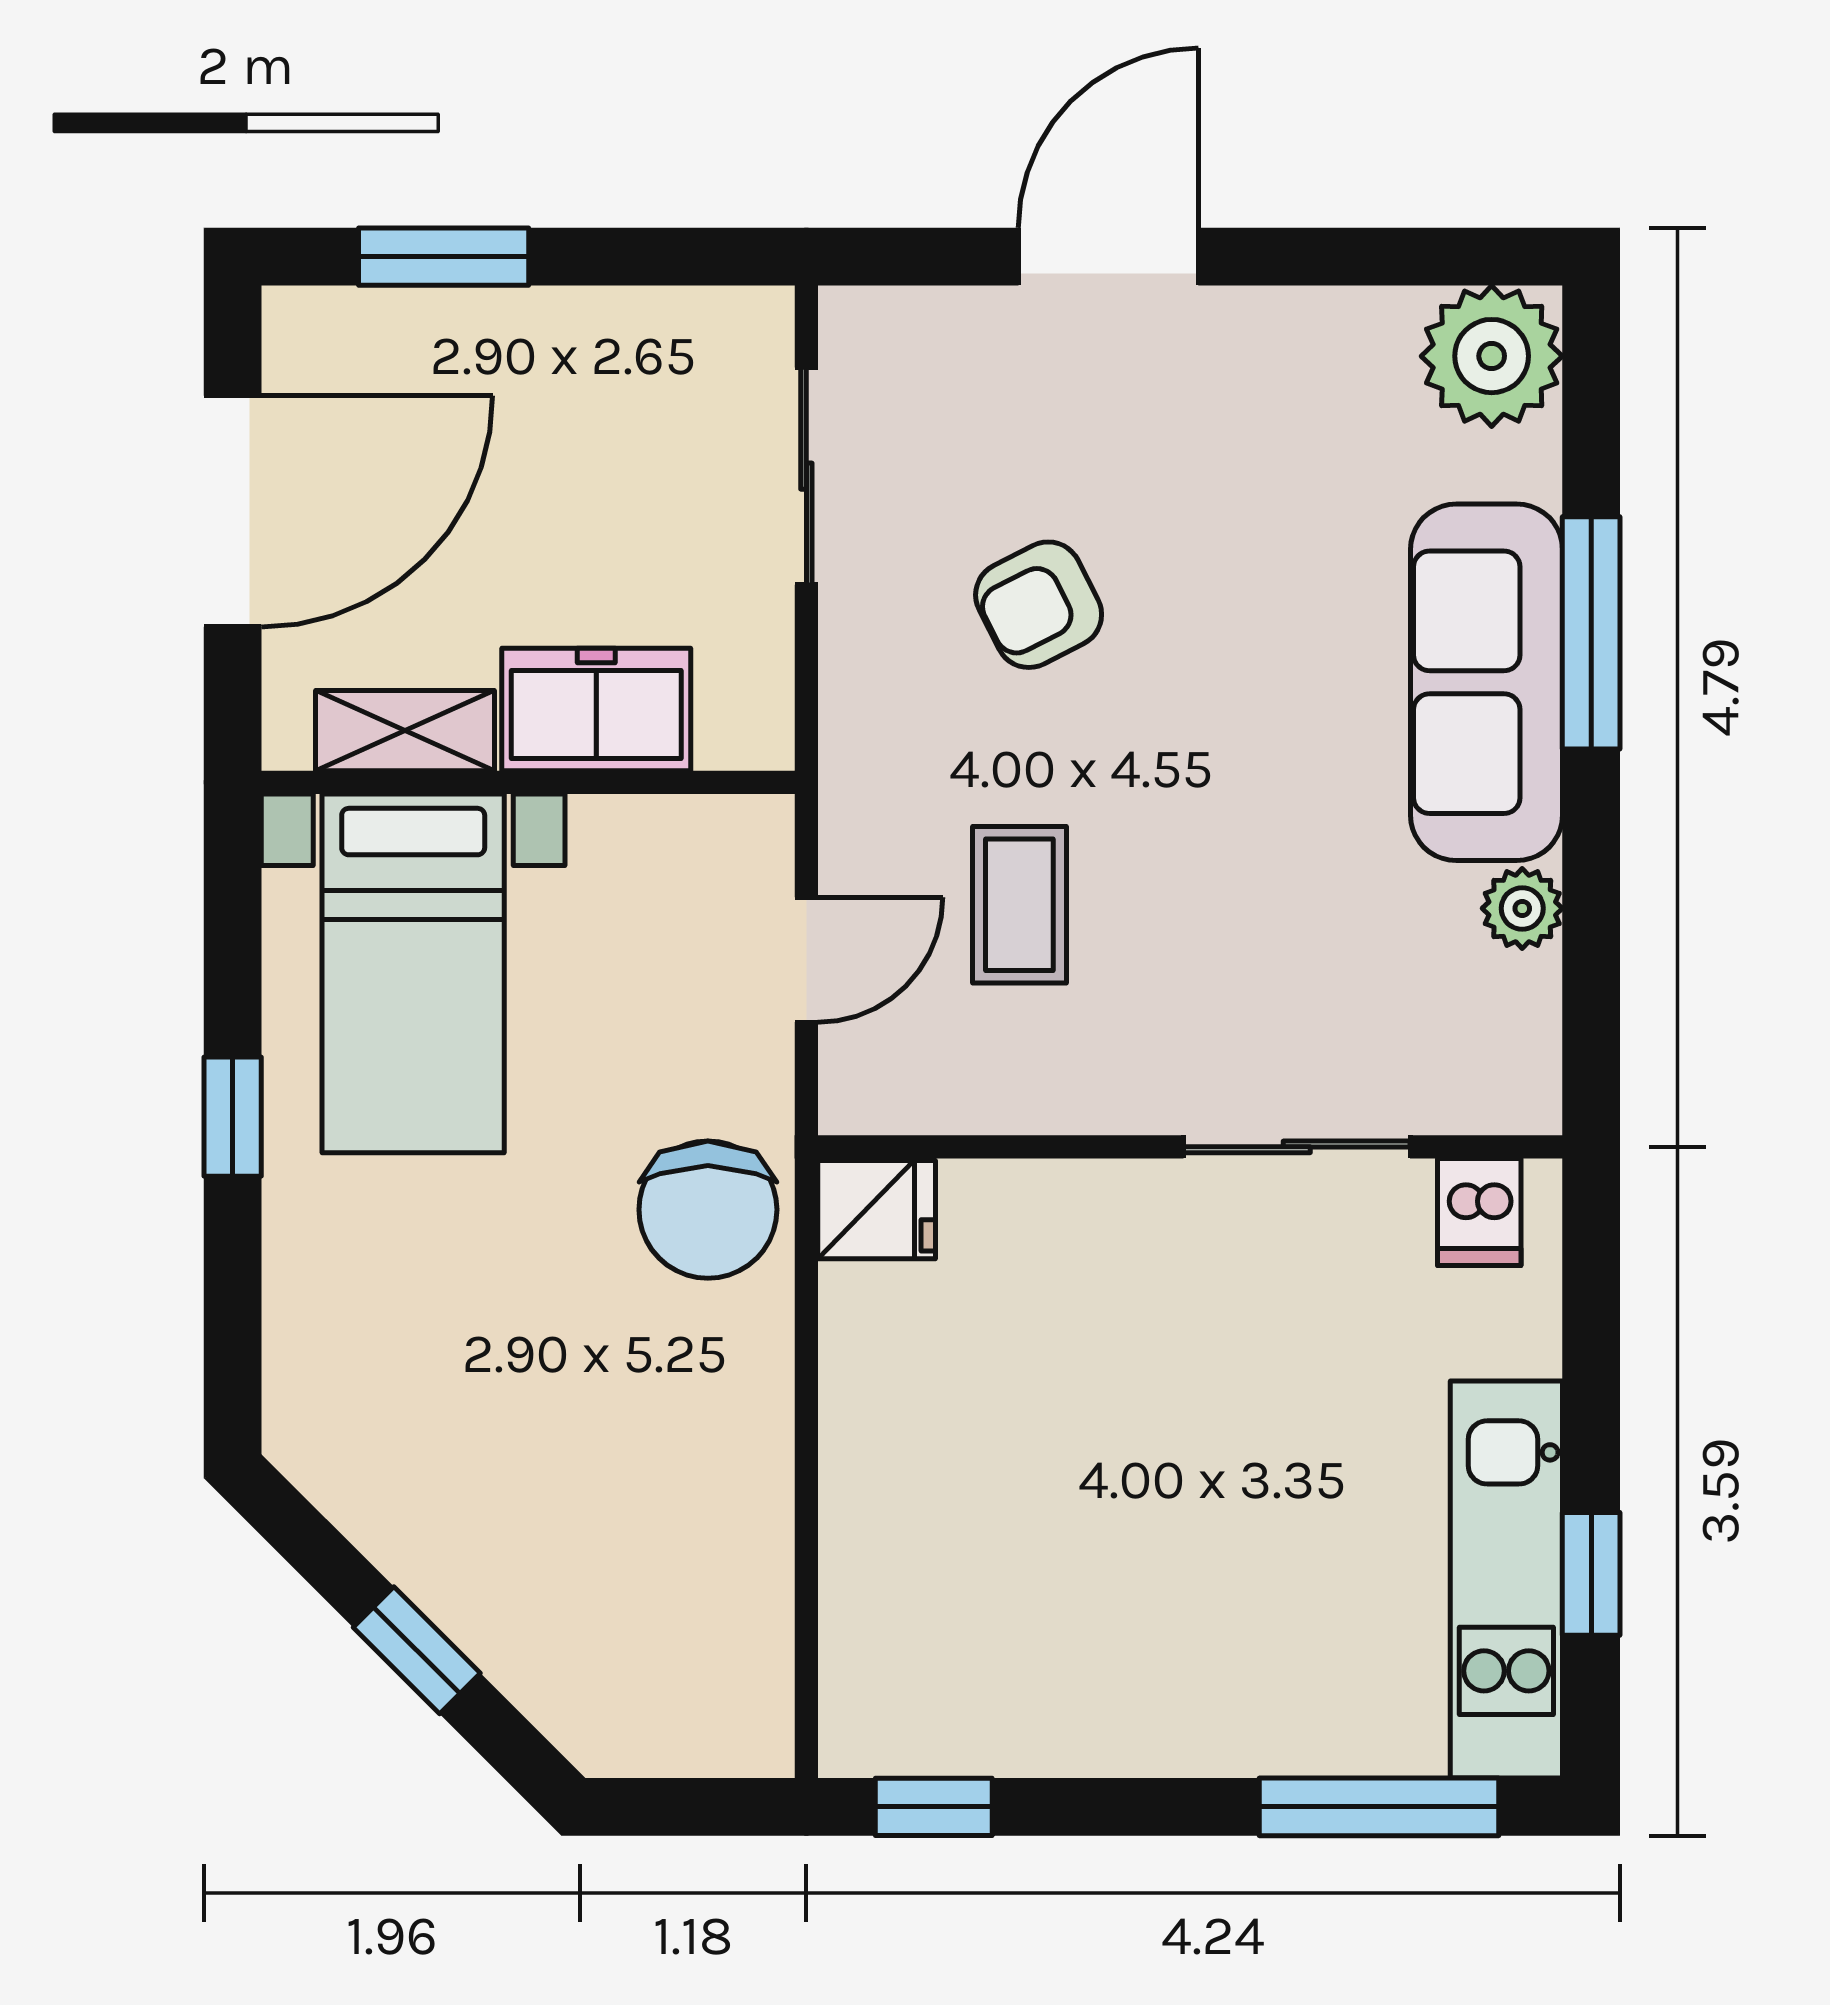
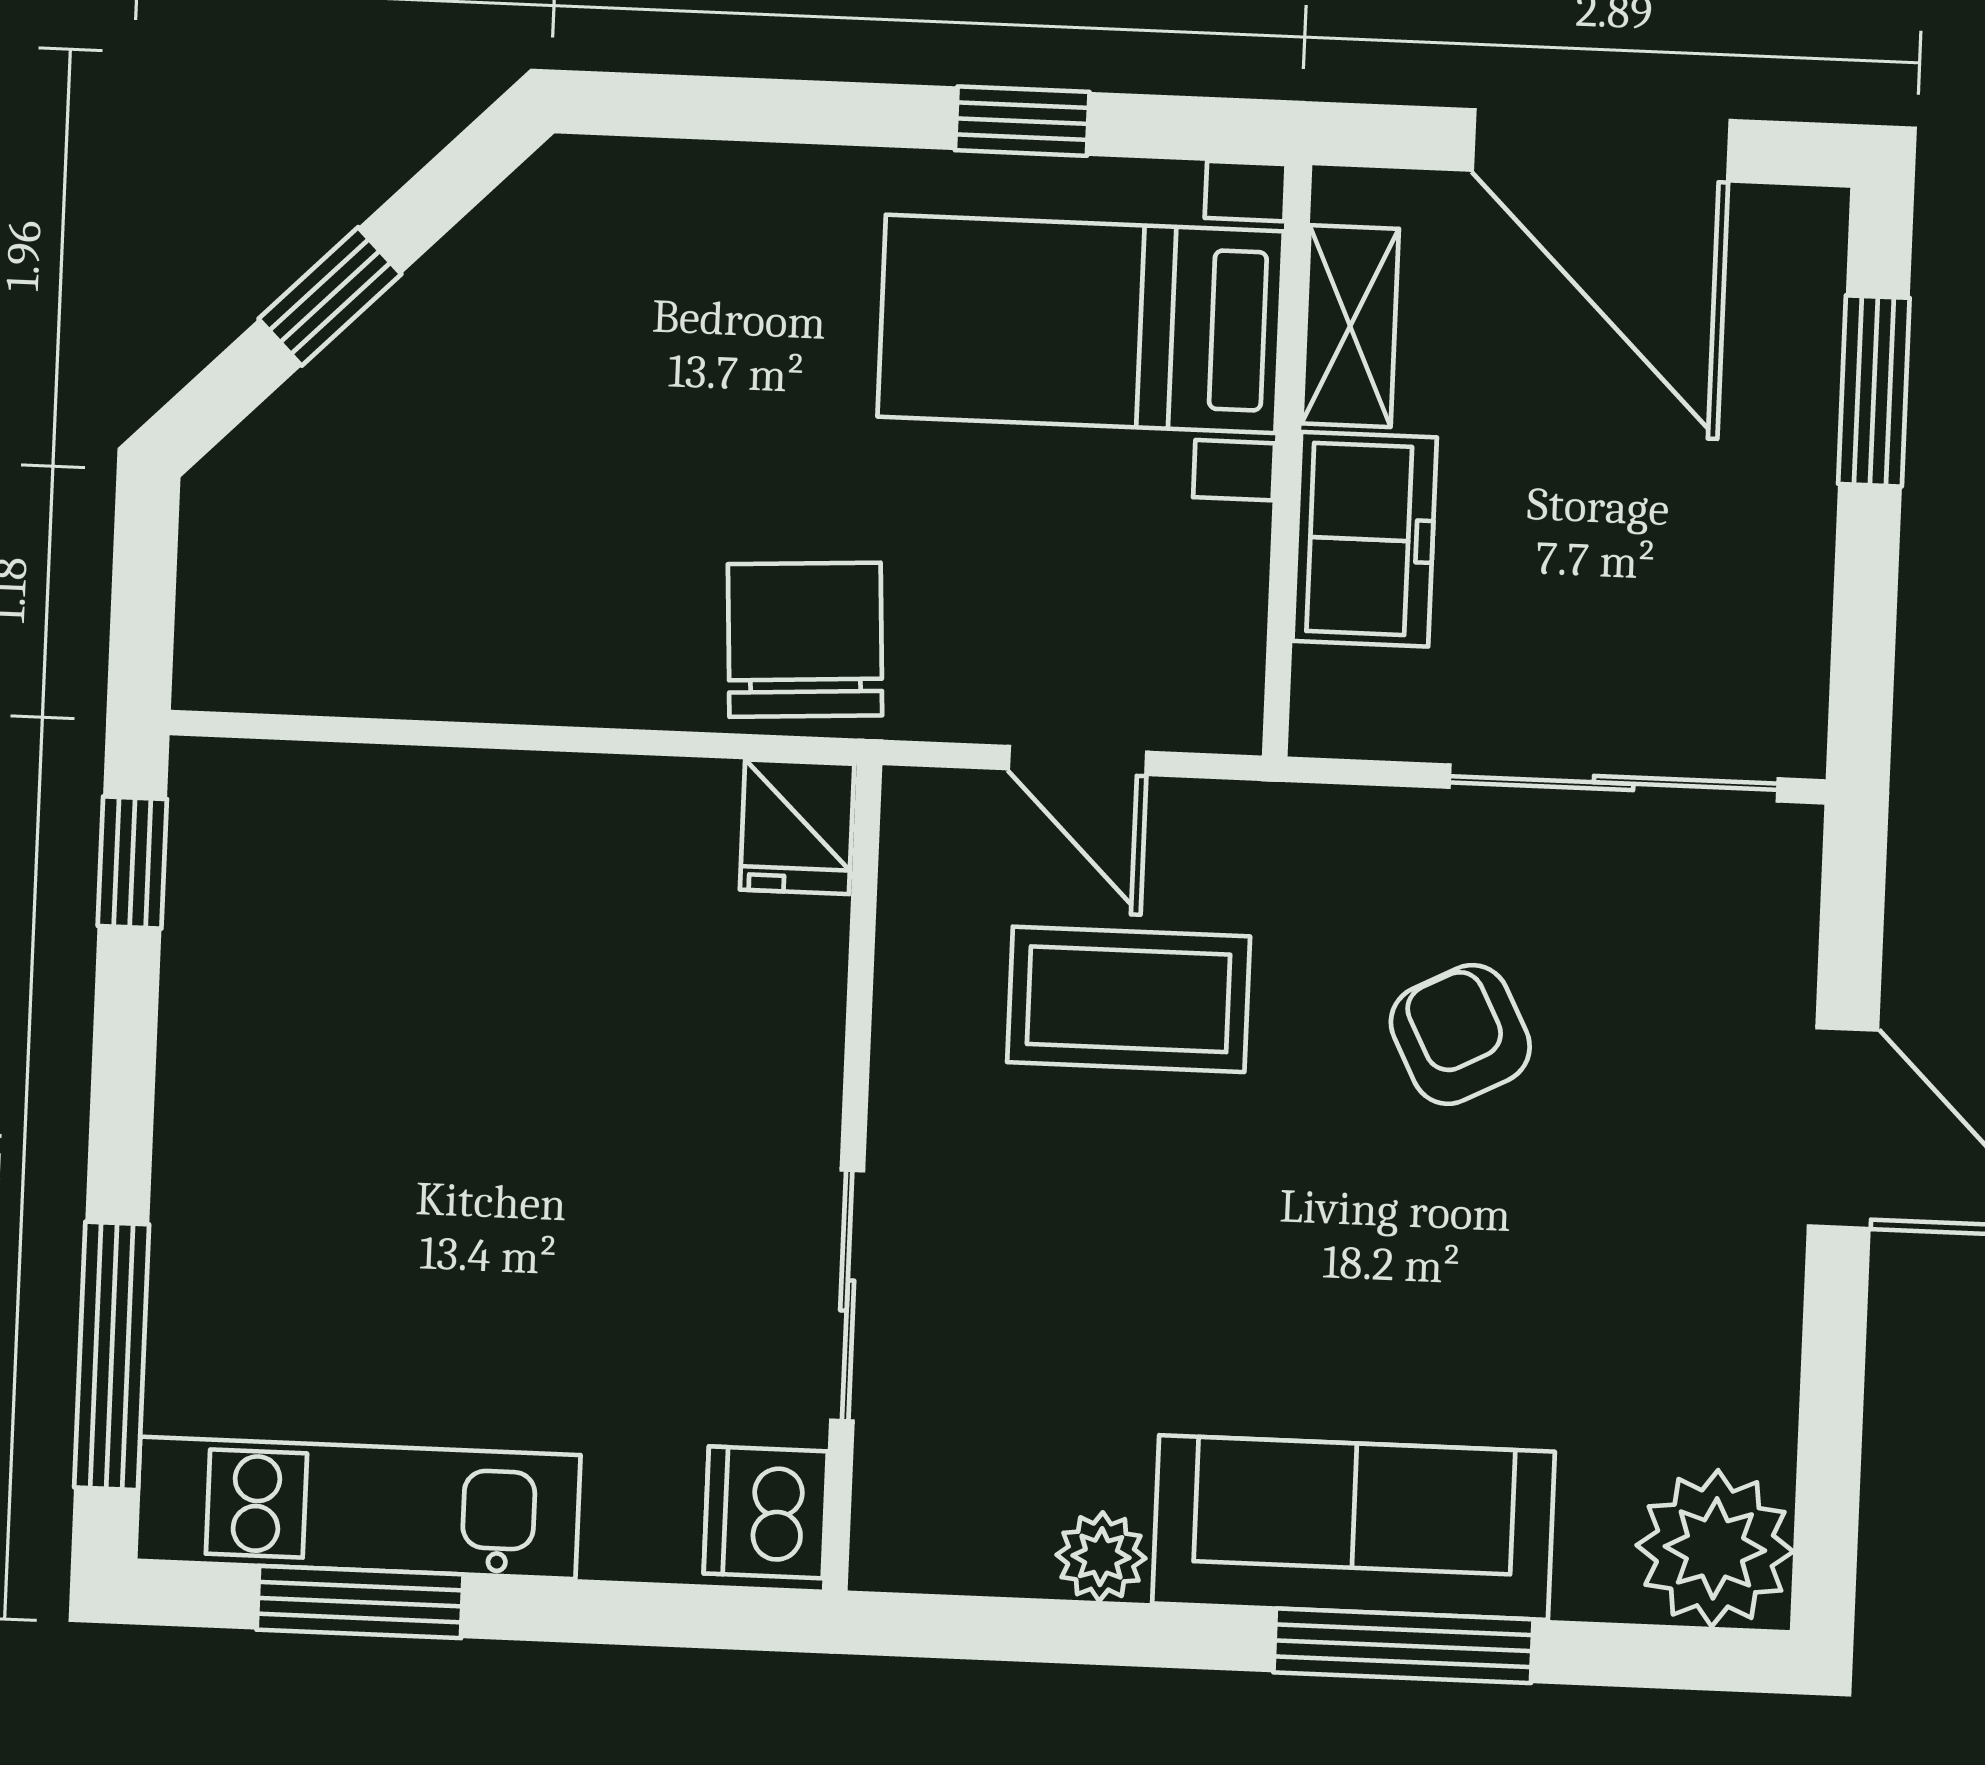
sliding door: (806, 476) -> (1614, 783), width x1.37
coffee table: (1019, 905) -> (1129, 999), width x1.36, depth x1.30
window: (233, 1117) -> (1022, 121), moved
chair: (708, 1210) -> (805, 640), turned 87
dishwasher: (1479, 1212) -> (766, 1512), width x1.38
window: (1591, 1574) -> (360, 1602), width x1.50

